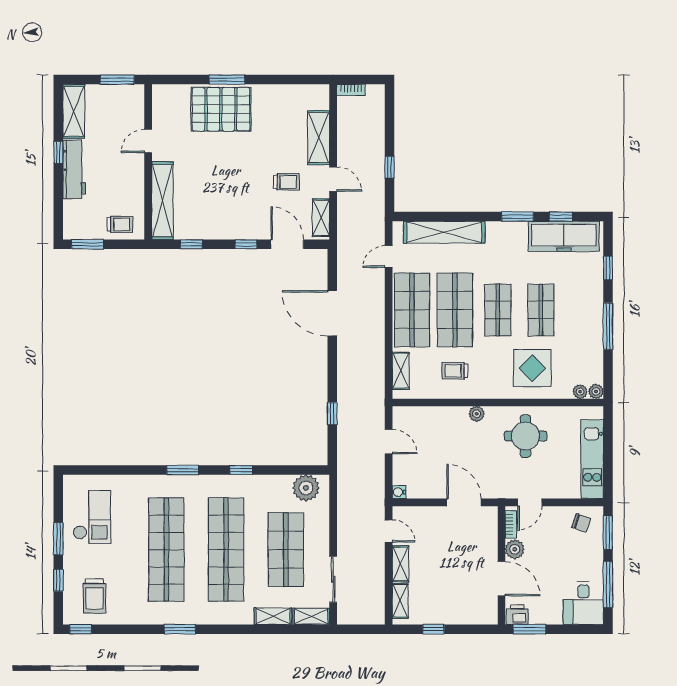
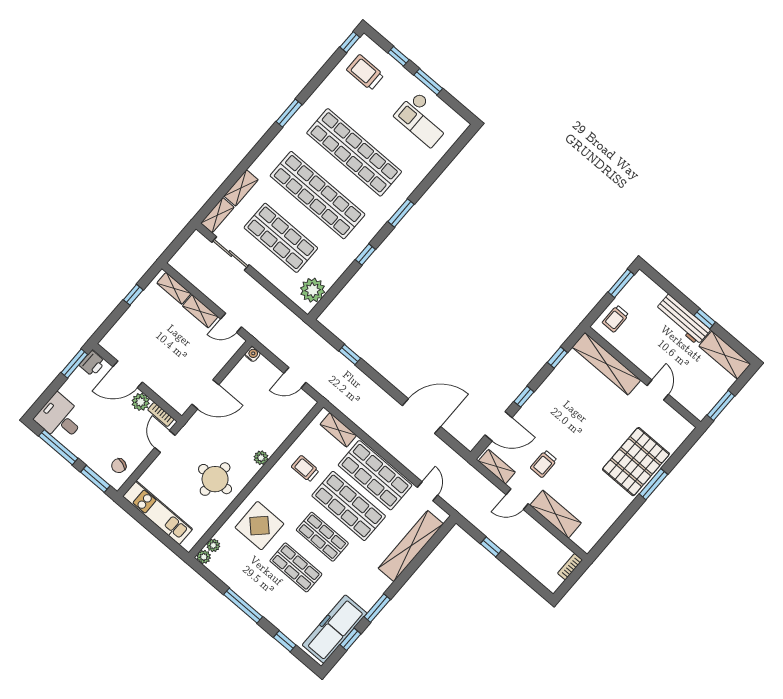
trolley: (455, 371) -> (305, 469), turned -90

